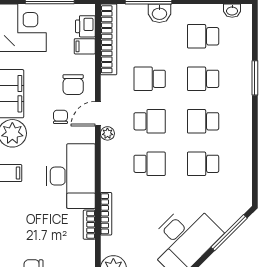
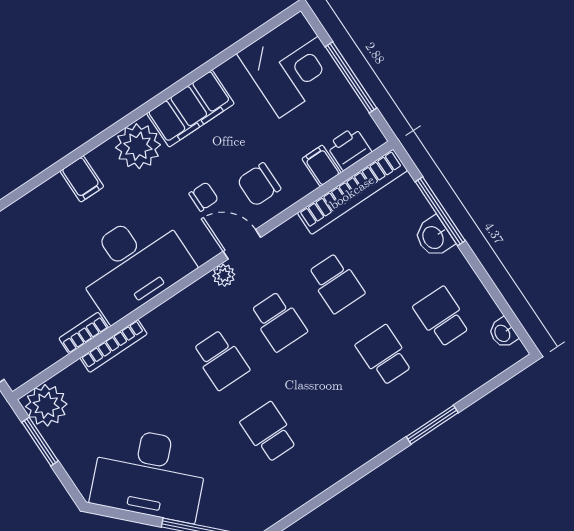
school desk: (150, 79) -> (336, 283), turned 180
school desk: (203, 121) -> (327, 394), removed

